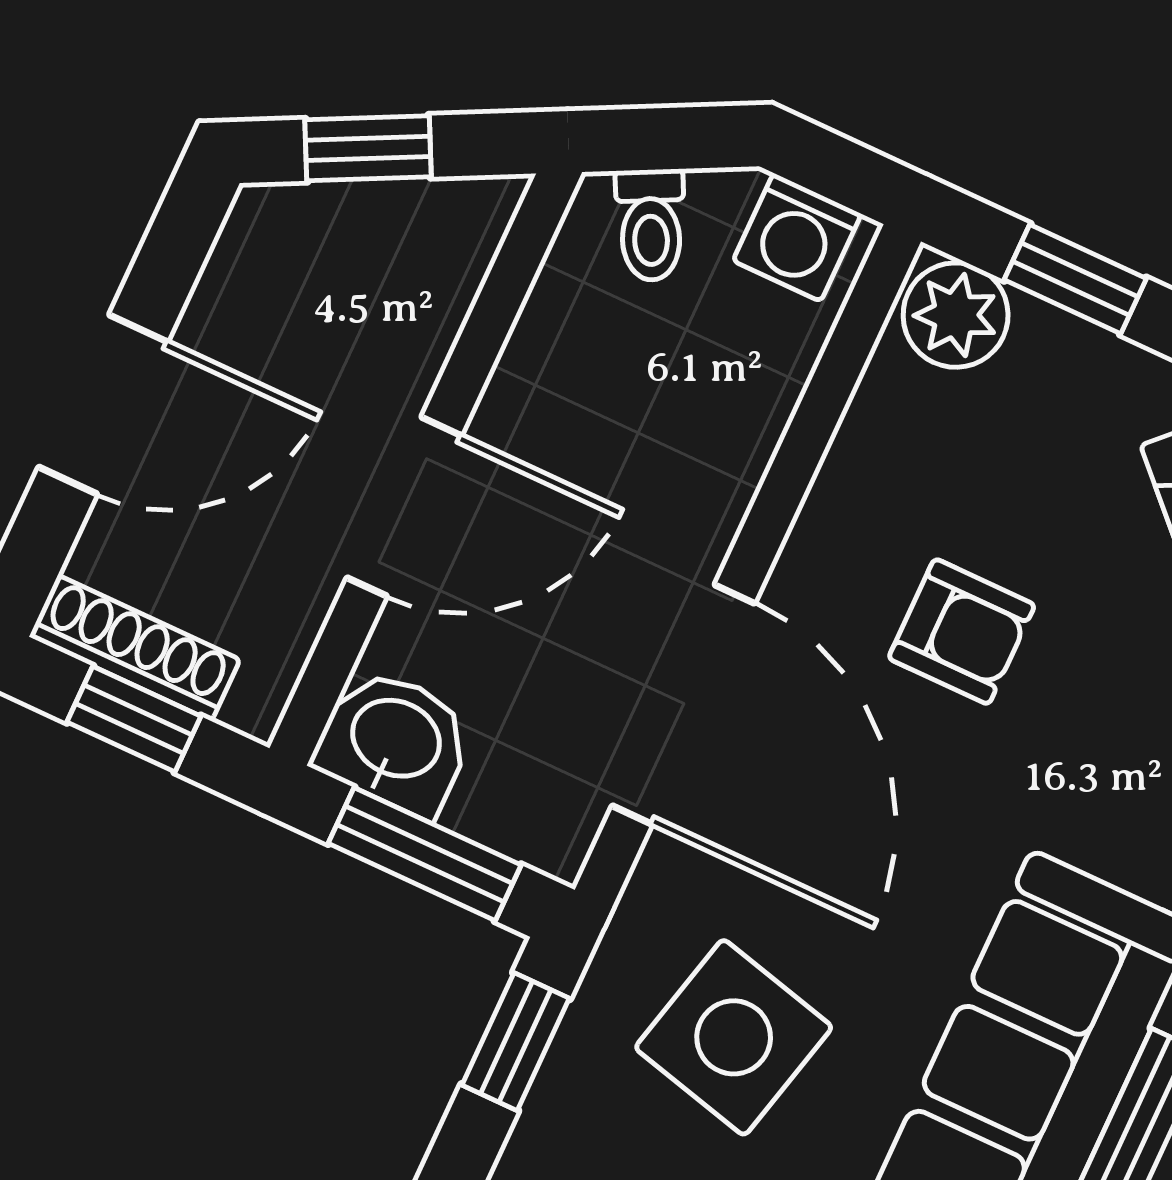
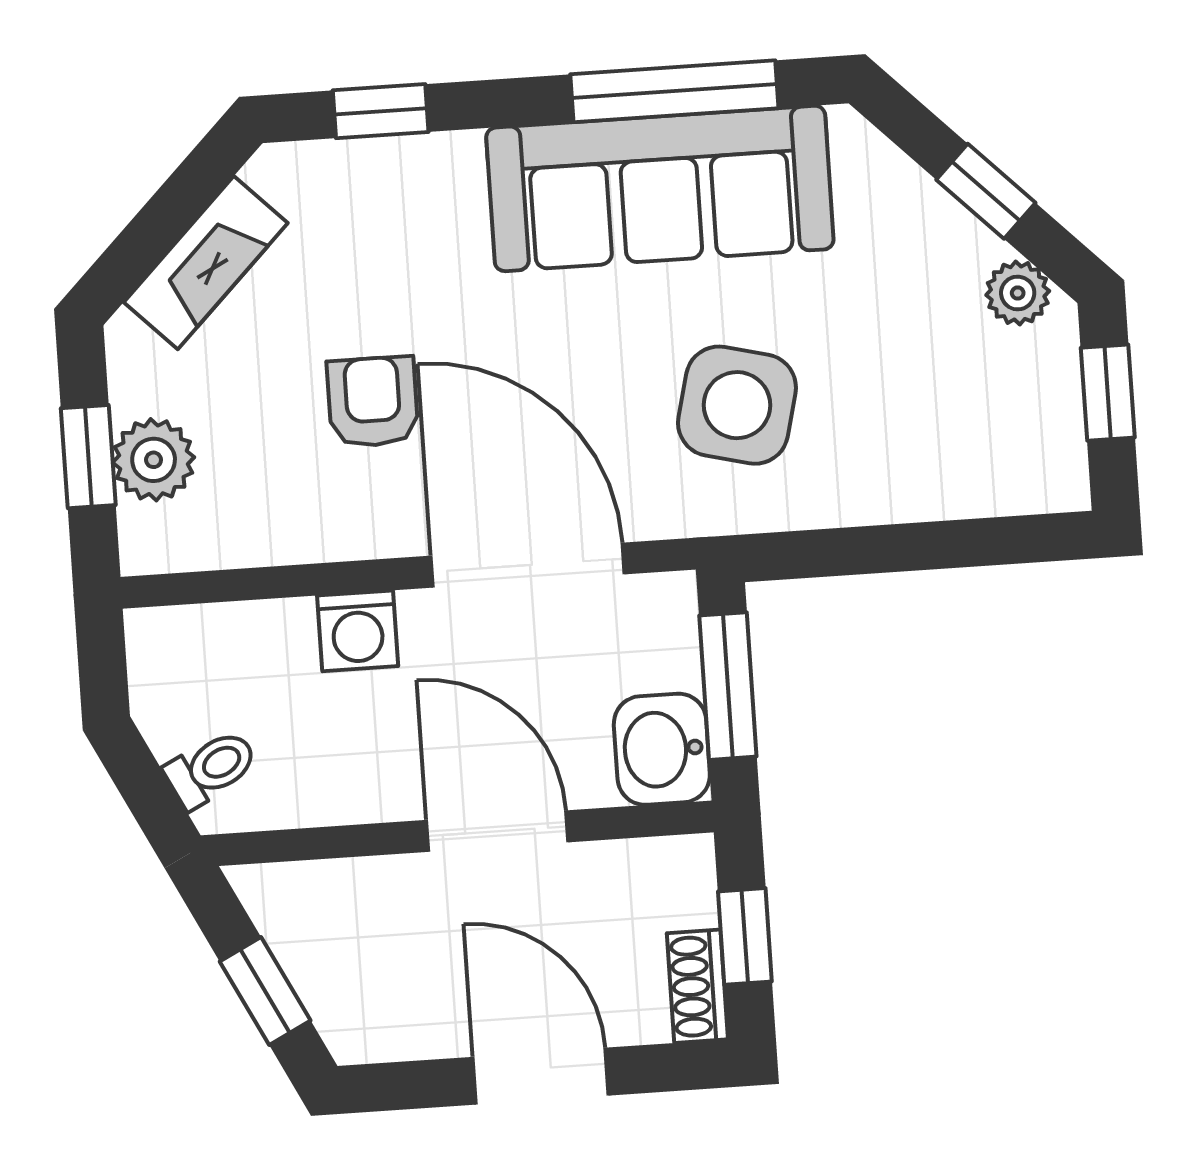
washing machine: (797, 237) -> (358, 631), moved, turned 90
plant: (956, 315) -> (154, 460), moved
shoe rack: (135, 648) -> (697, 986), width x0.70
door: (683, 705) -> (528, 565), hinge flipped
window: (516, 1042) -> (822, 553), removed

